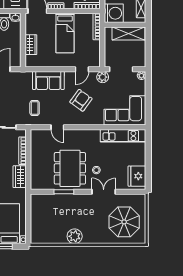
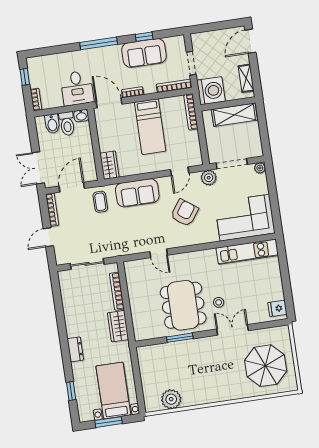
wardrobe: (31, 45) -> (109, 165), moved
coffee table: (35, 108) -> (100, 202), moved
fridge: (137, 176) -> (277, 308), width x0.53, depth x0.75
plant: (75, 236) -> (171, 399), moved

